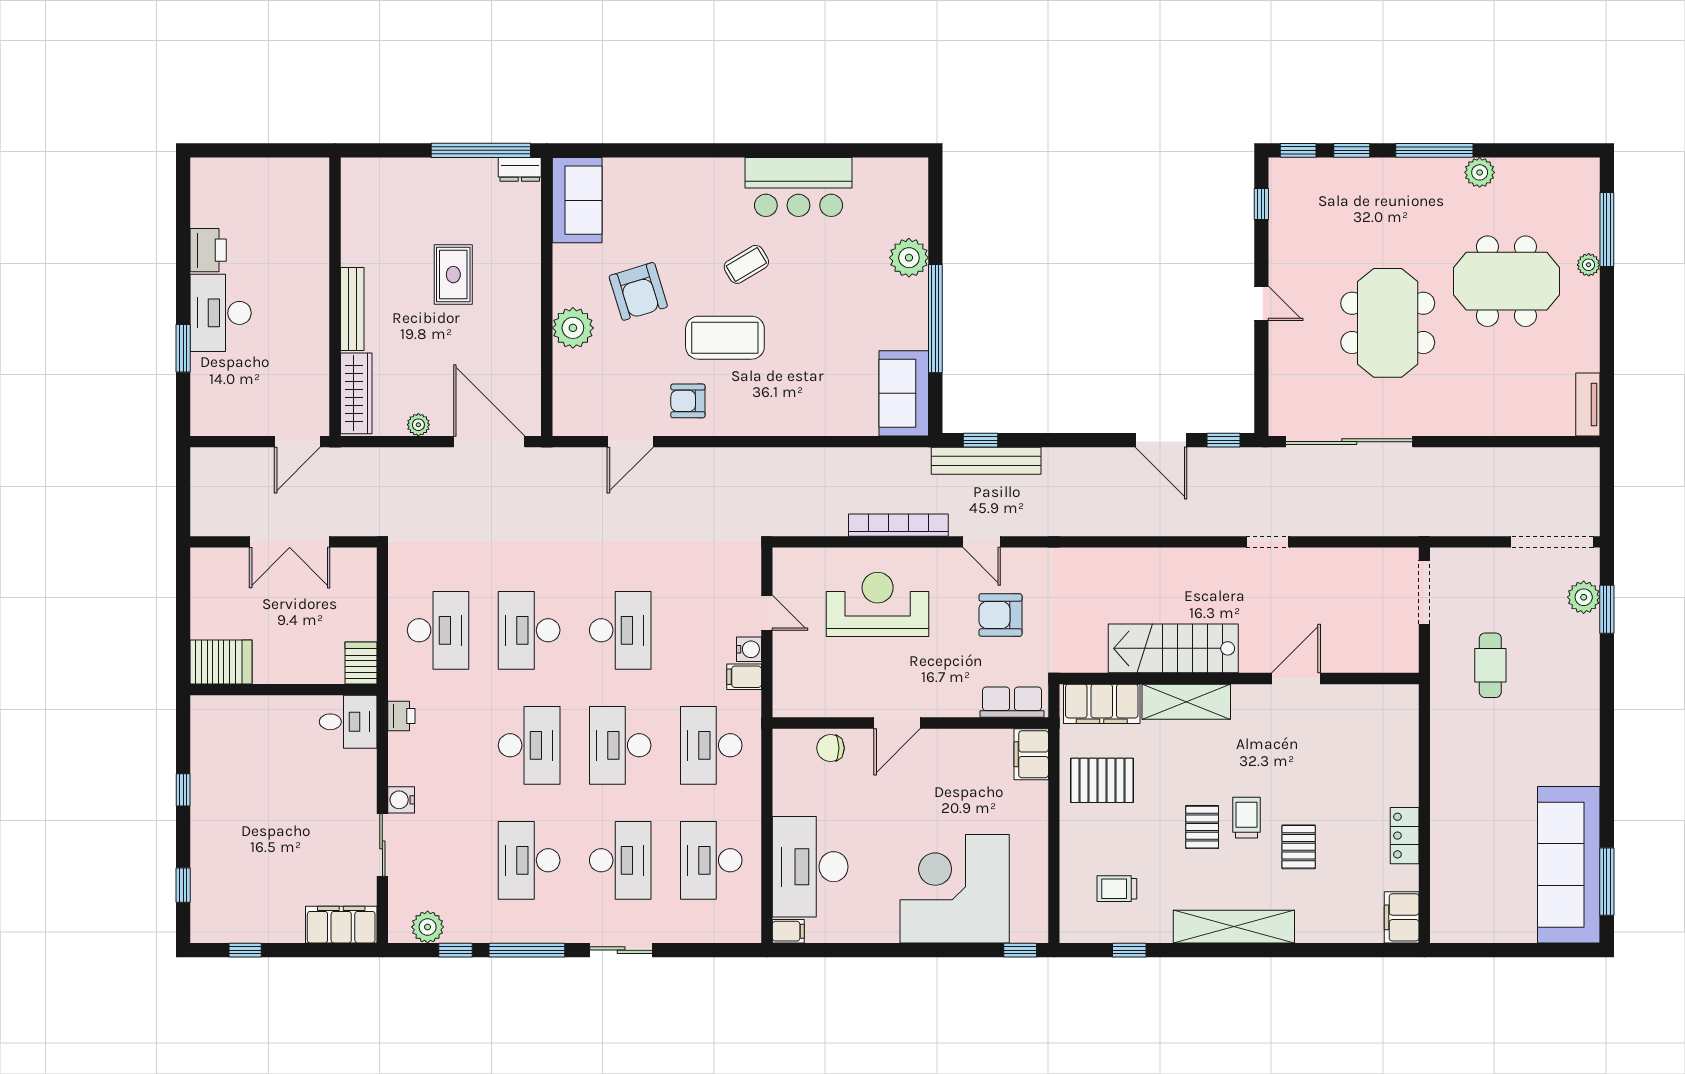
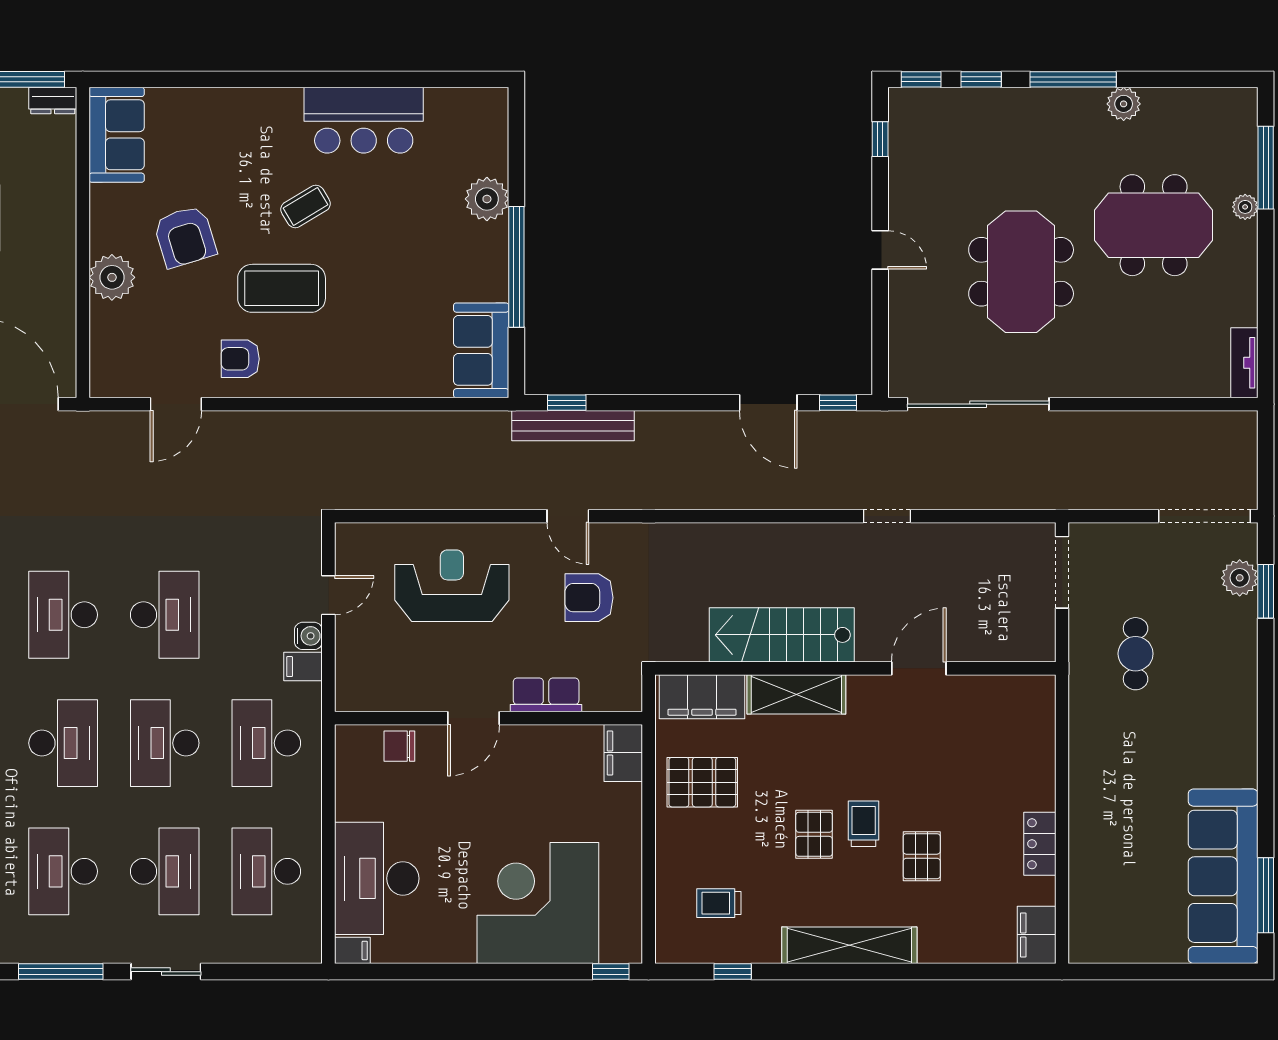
bookcase: (898, 525) -> (475, 497), removed
door: (767, 613) -> (328, 595), hinge flipped
row of seats: (1012, 702) -> (546, 695), moved

